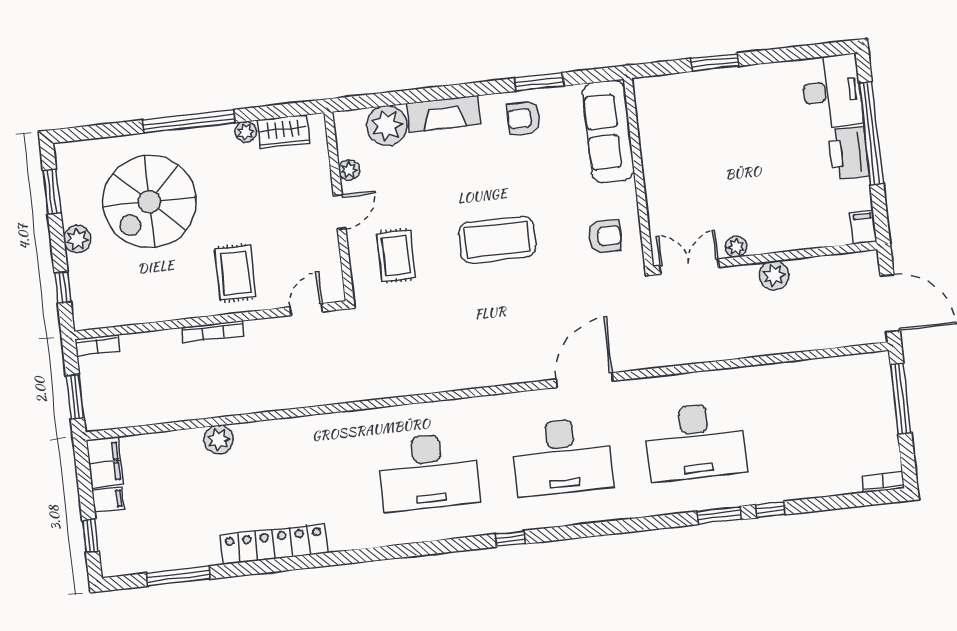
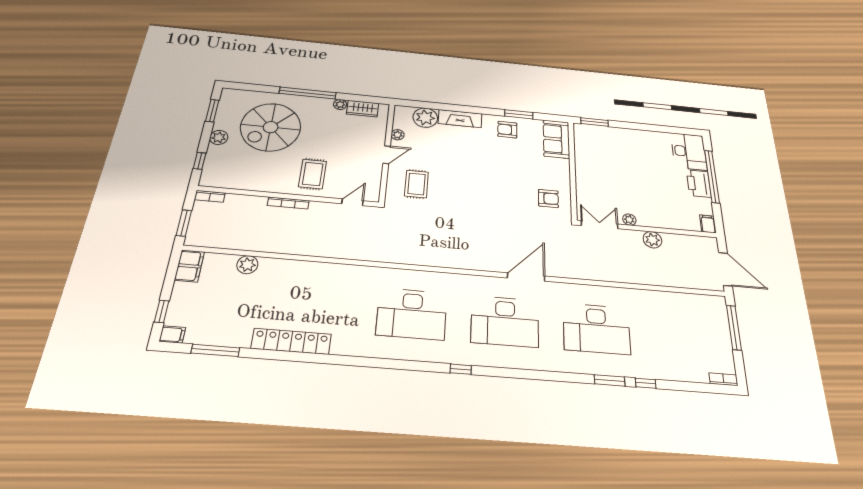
window: (715, 62) -> (595, 122), moved
sofa: (608, 131) -> (556, 139), width x0.73
coffee table: (497, 240) -> (481, 188), removed
plant: (219, 440) -> (247, 265), moved
filing cabinet: (108, 500) -> (172, 335), moved

